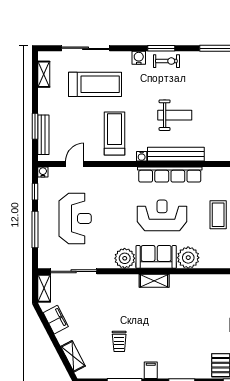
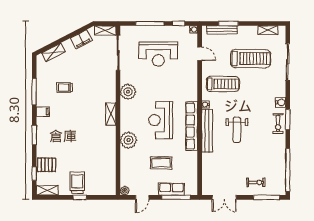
treadmill: (95, 84) -> (251, 59), moved, turned -90
reception desk: (162, 215) -> (161, 120), turned 180
sofa: (156, 257) -> (129, 116), removed

